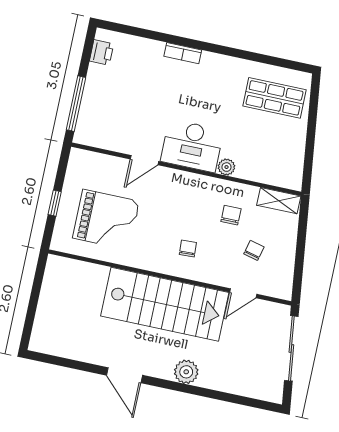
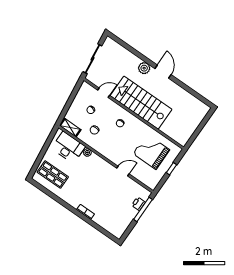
printer: (102, 52) -> (138, 204), moved
desk: (192, 146) -> (68, 147), moved
door: (124, 375) -> (163, 72), moved

